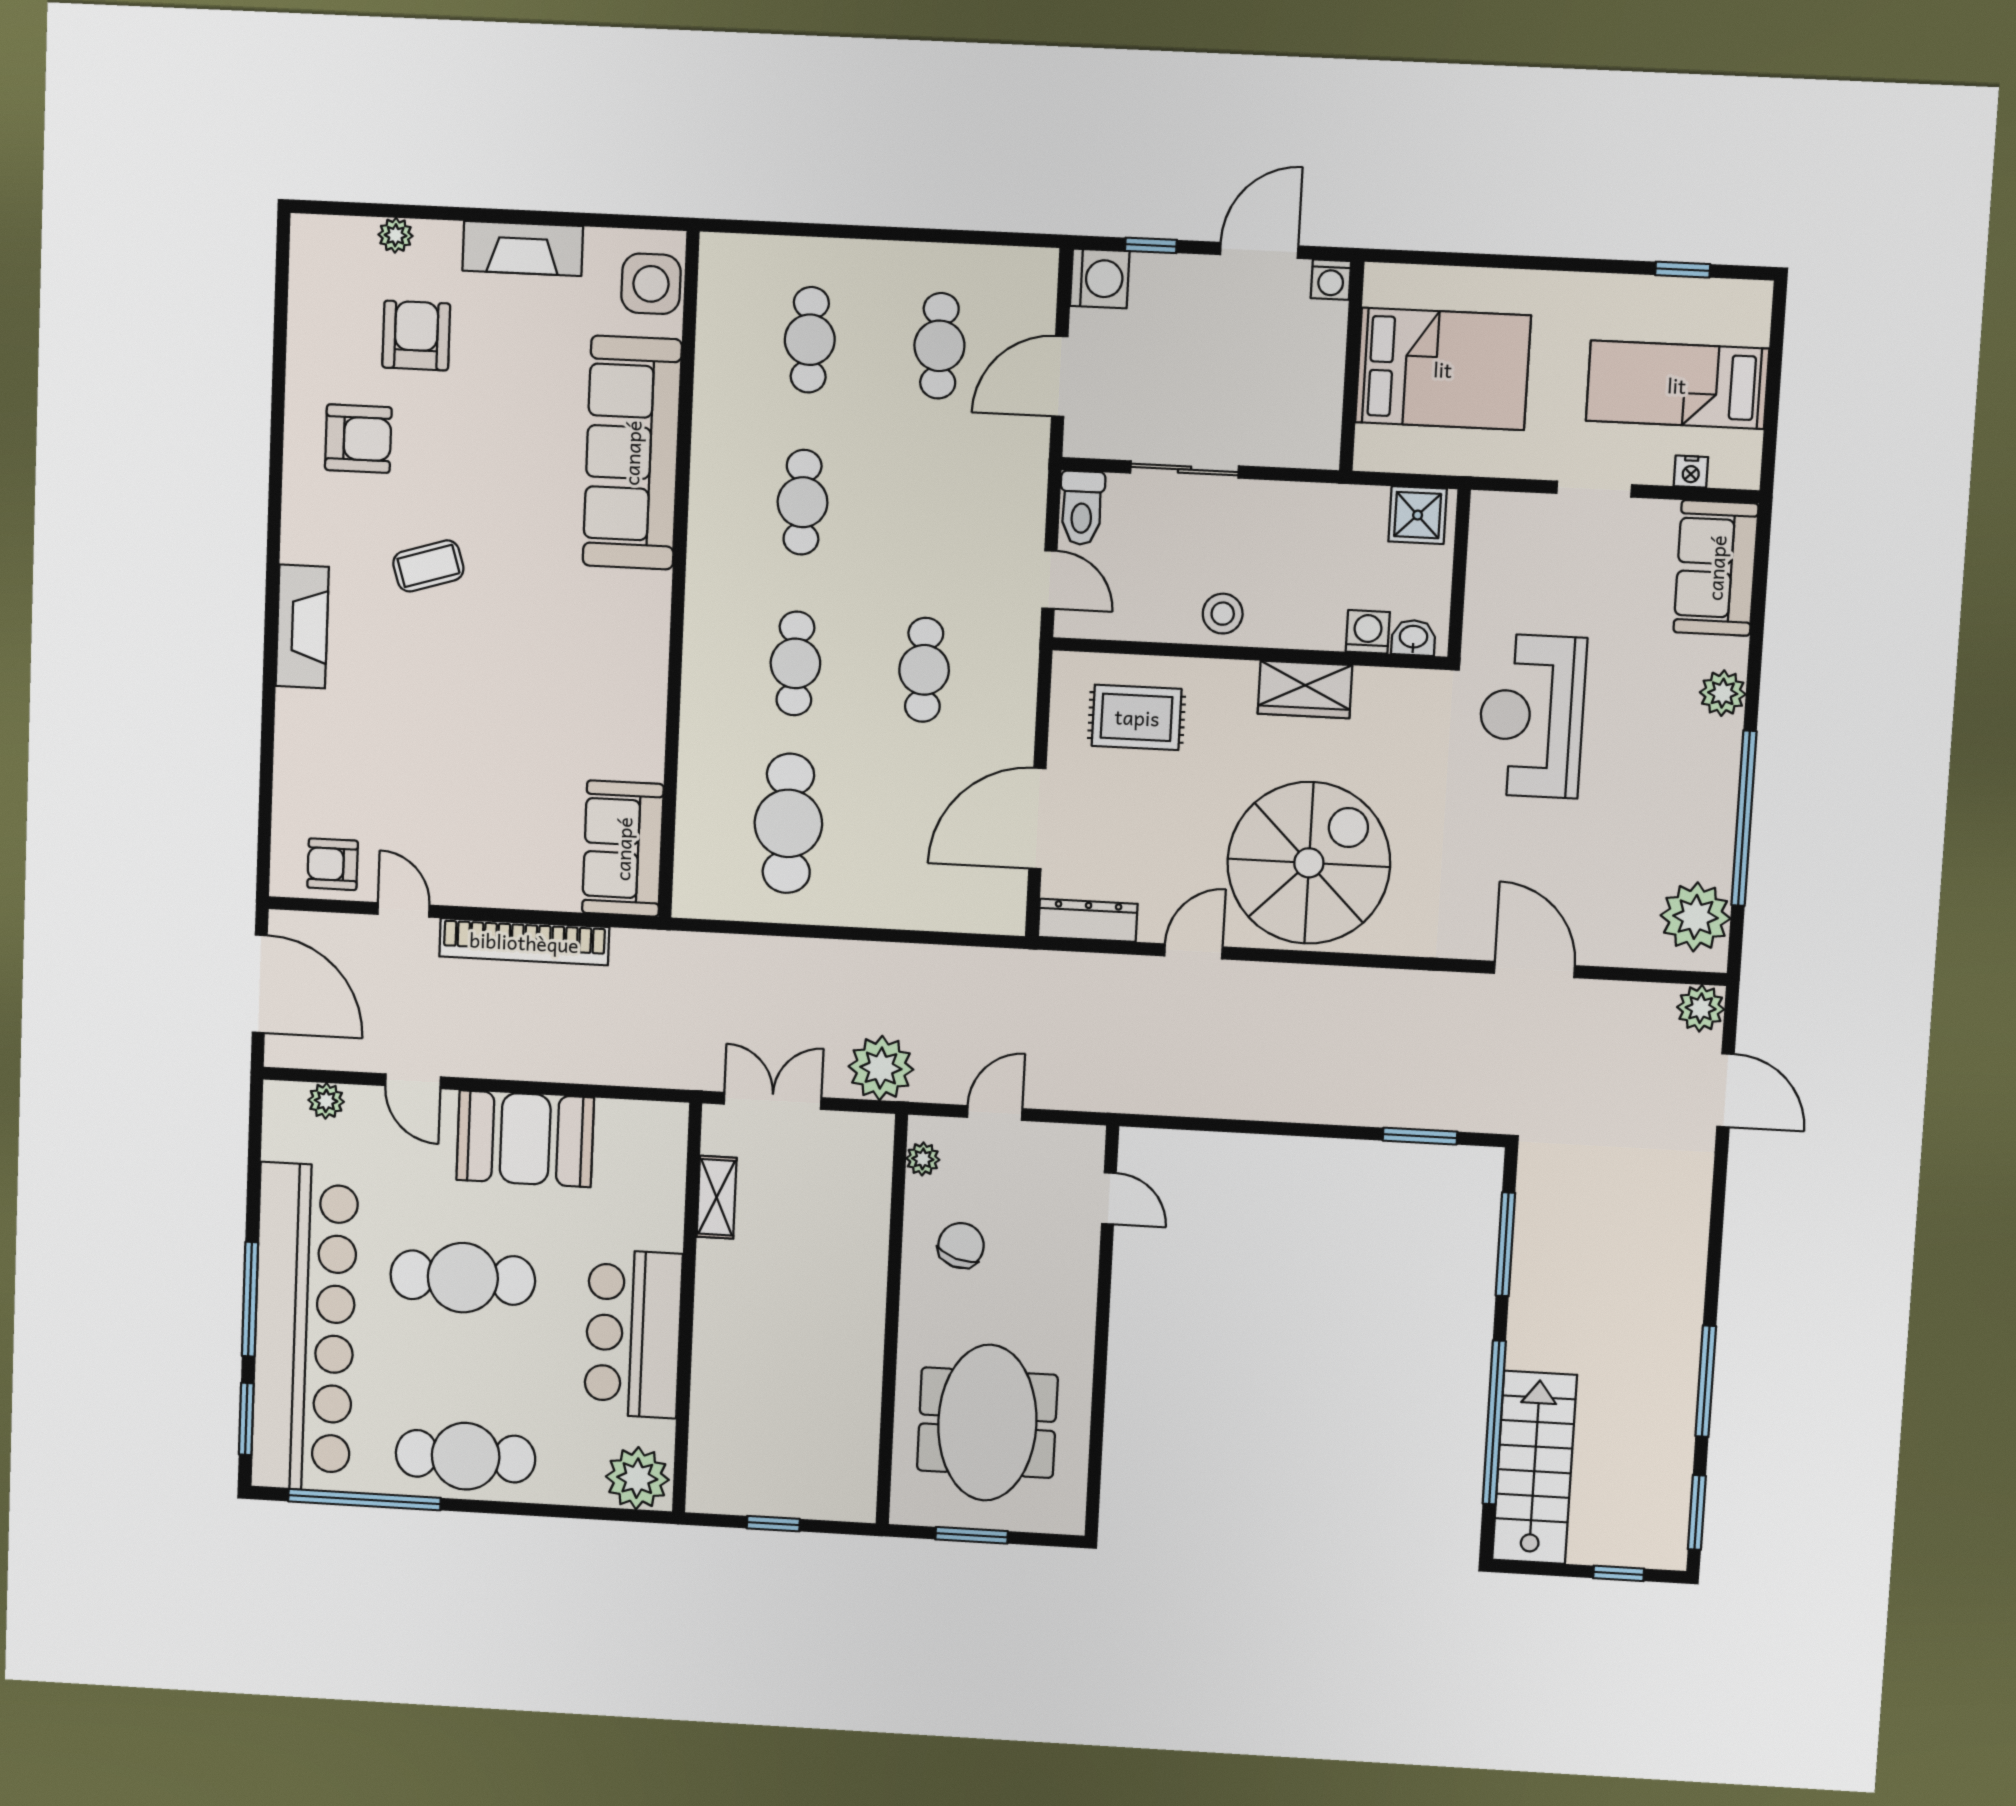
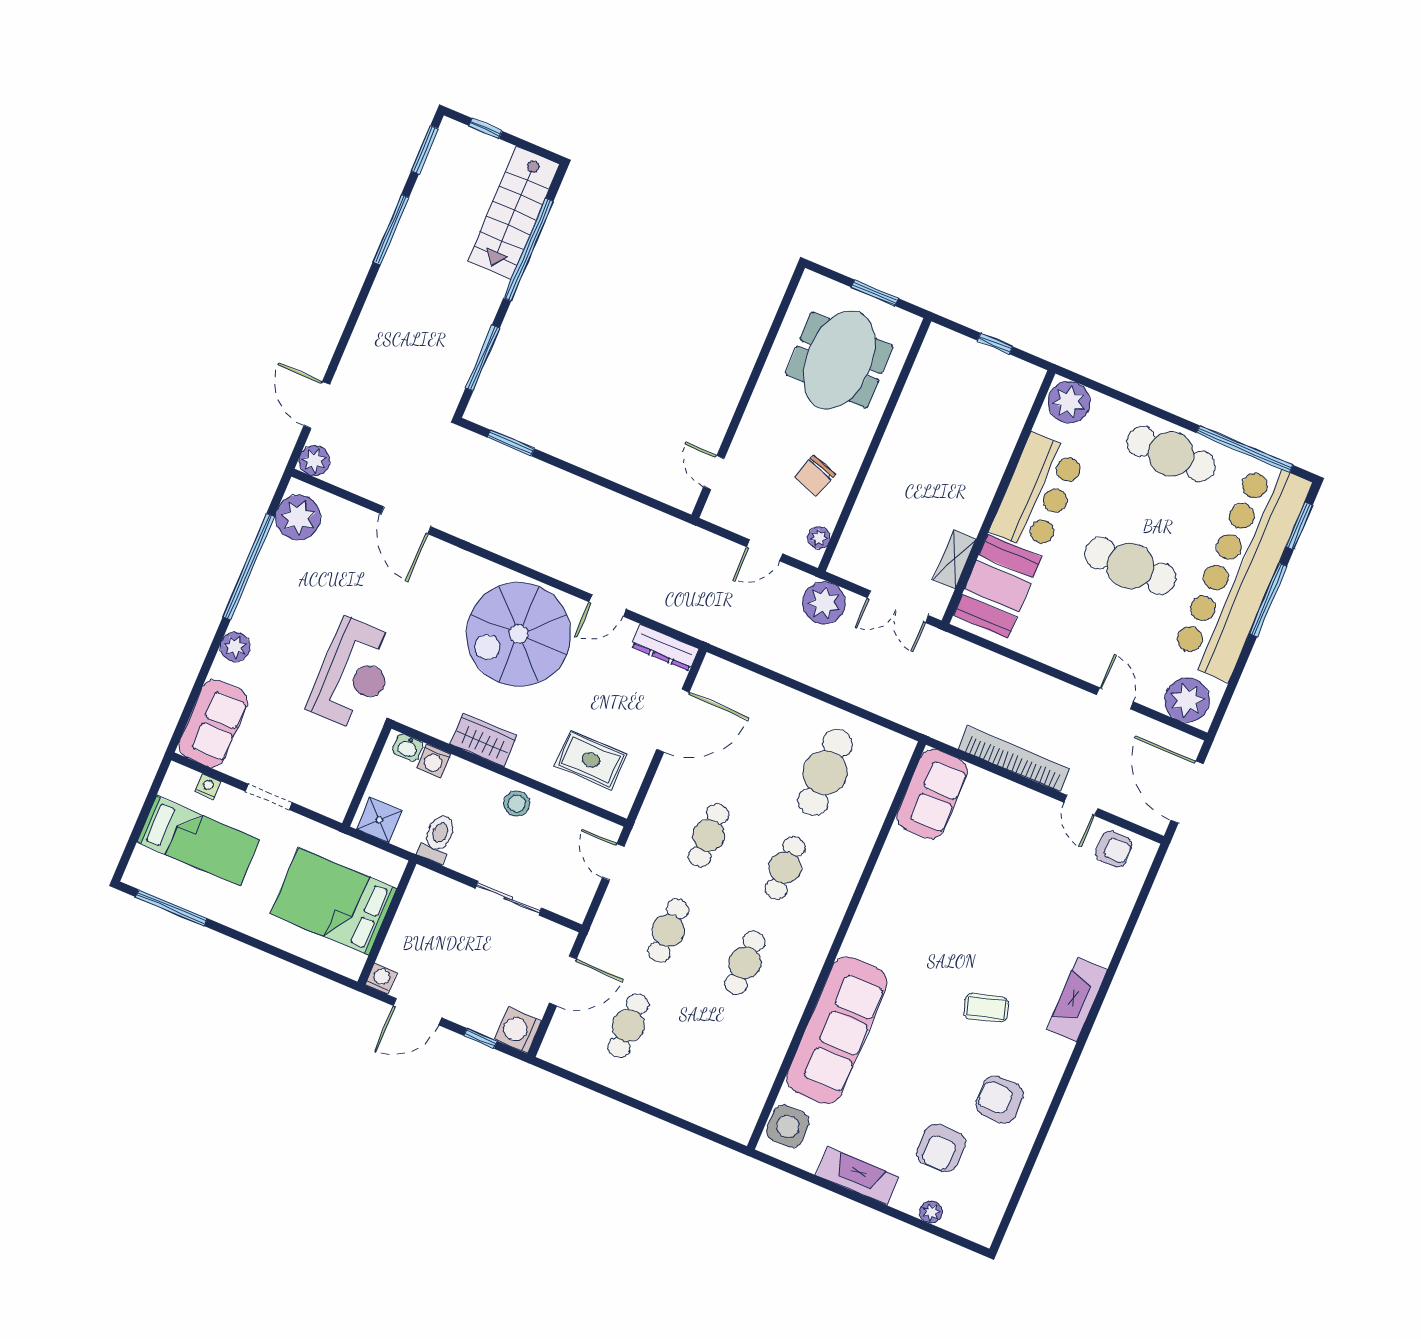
window: (1683, 270) -> (171, 908), width x2.17
cafe table: (810, 340) -> (668, 931), moved
toilet: (1082, 508) -> (438, 838), moved
plant: (326, 1101) -> (1187, 700), width x1.88, depth x1.88
booth: (525, 1139) -> (998, 586), moved, turned 90

